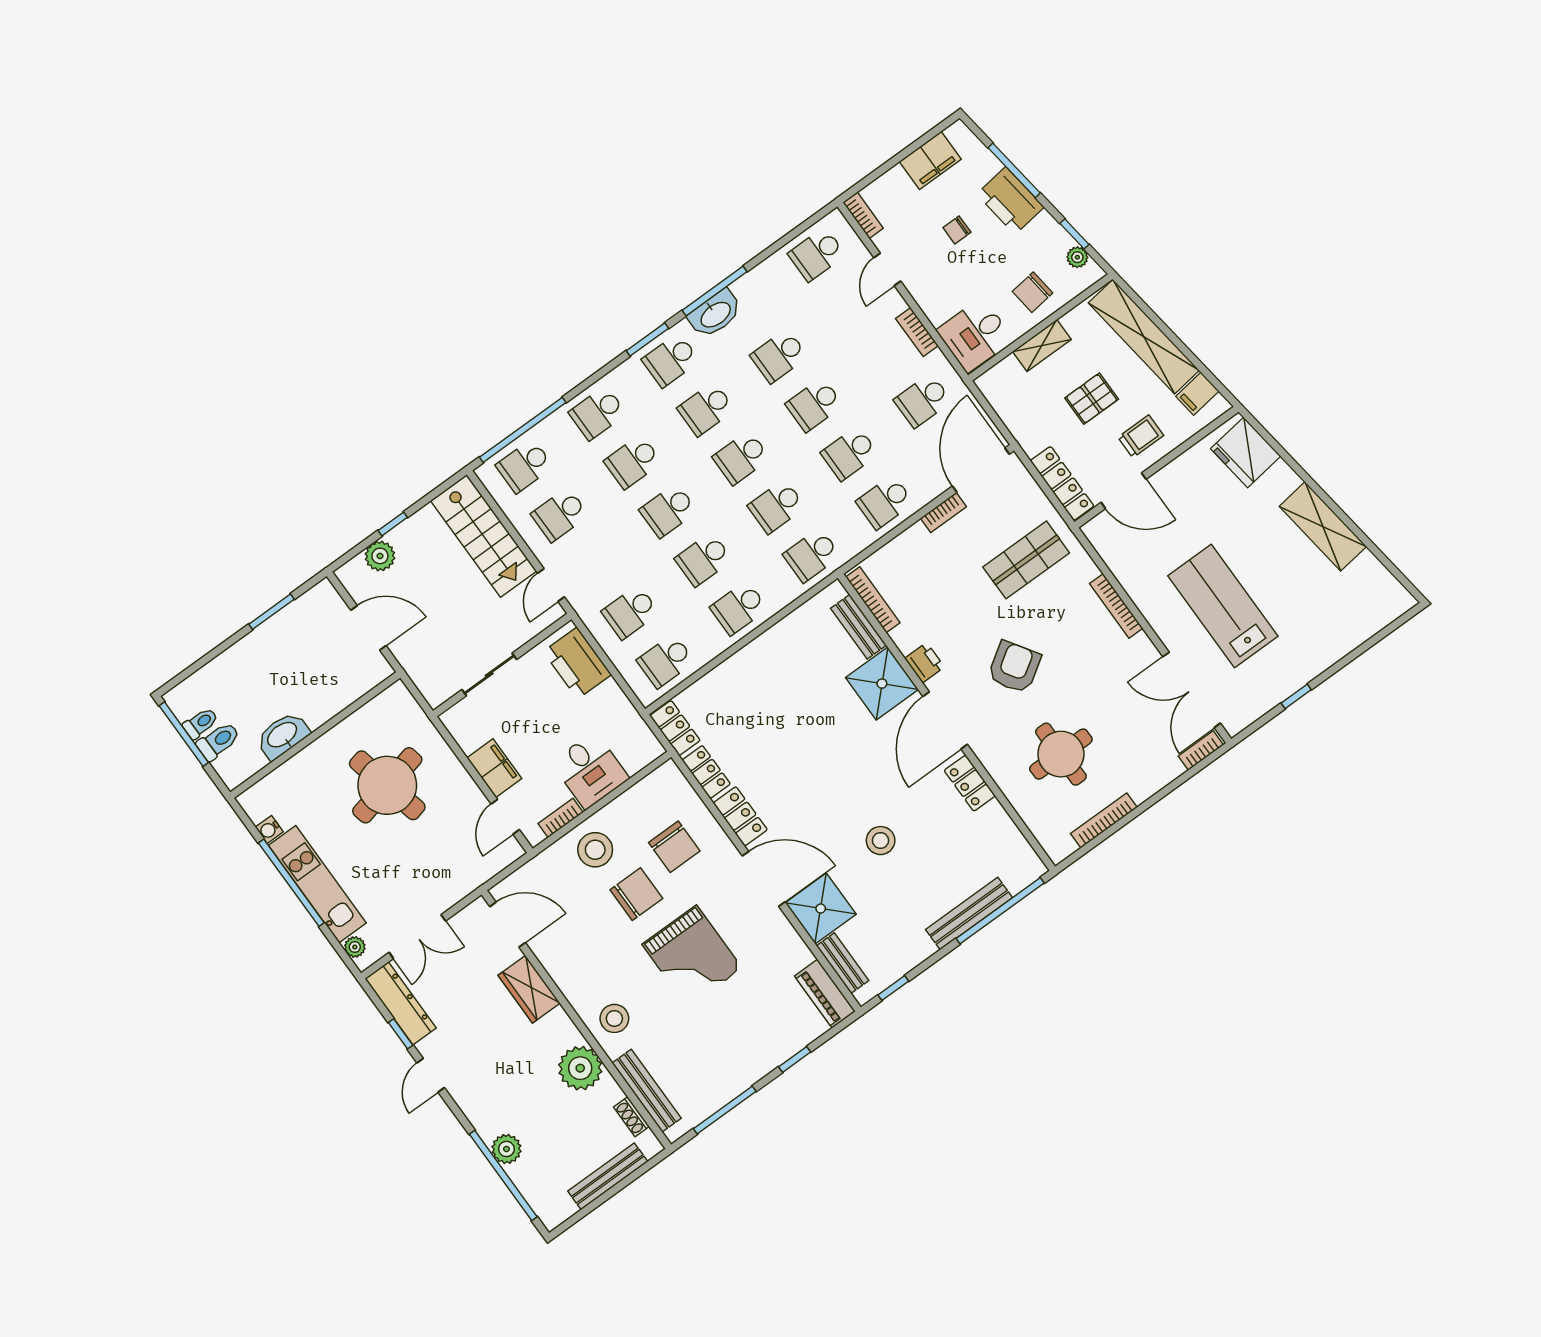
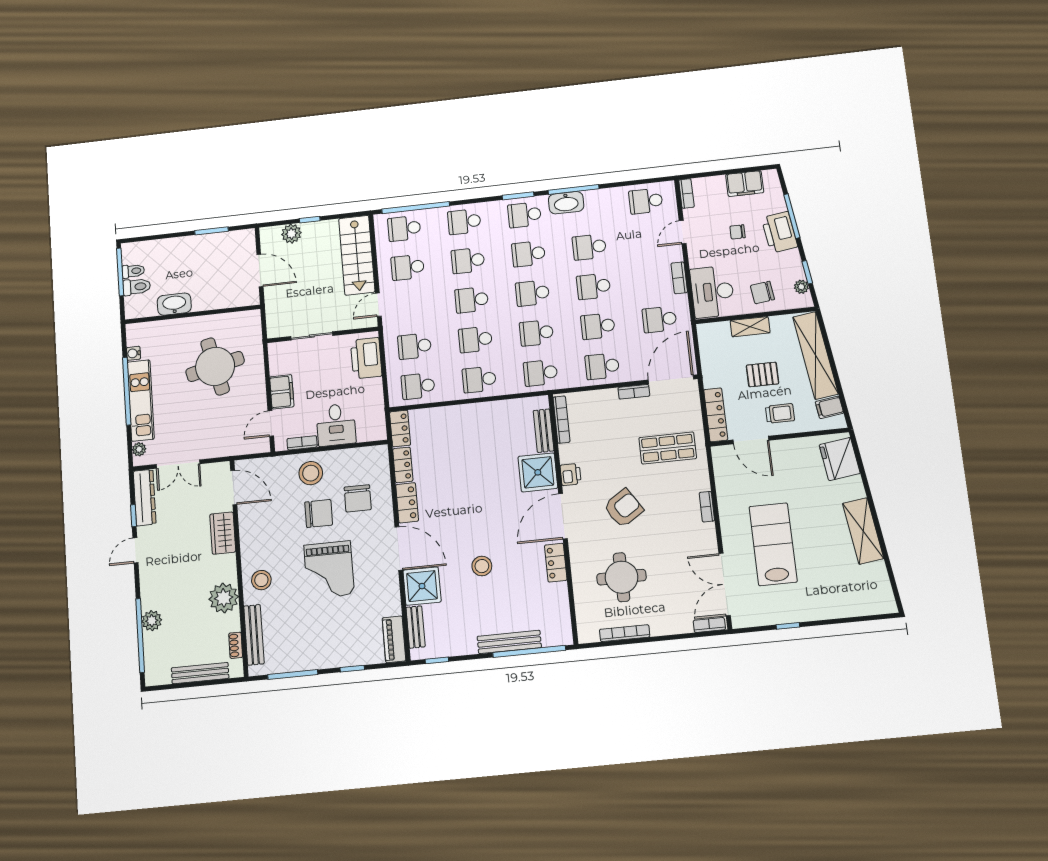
desk: (975, 335) -> (712, 292), width x1.37
bookcase: (1116, 606) -> (707, 507), width x0.64

